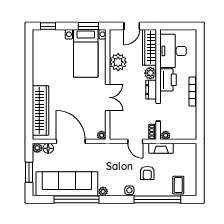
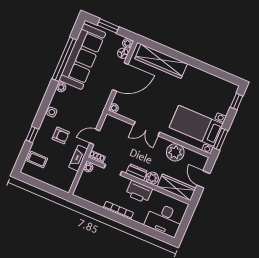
desk: (173, 51) -> (164, 219), moved, turned 180
armchair: (147, 173) -> (61, 135), turned 180
window: (157, 199) -> (32, 134), width x0.32

